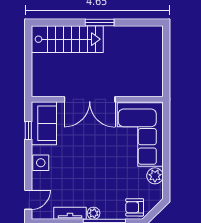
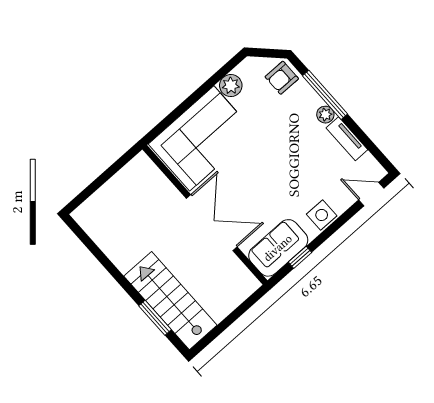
window: (100, 23) -> (155, 318), moved
armchair: (135, 207) -> (282, 78), turned 90

